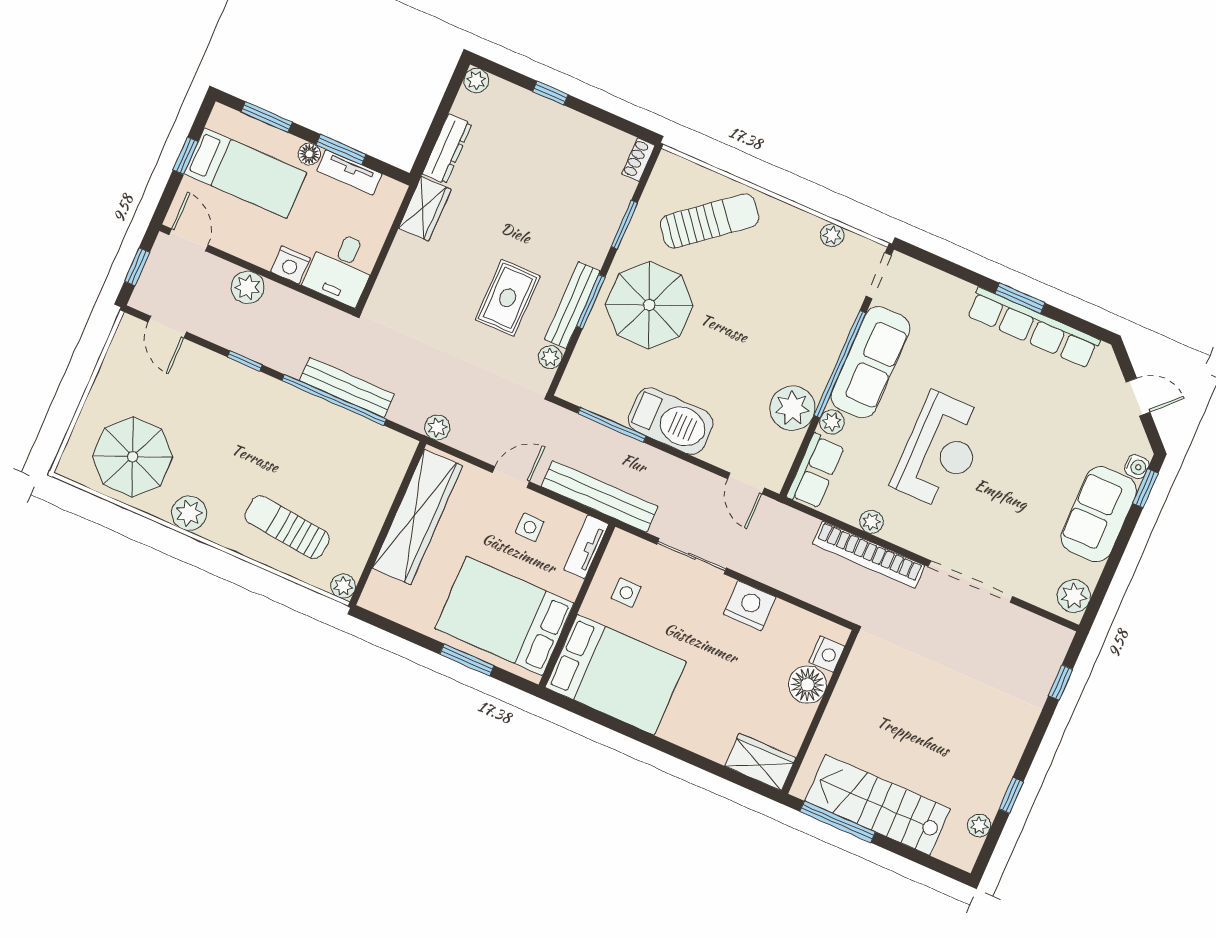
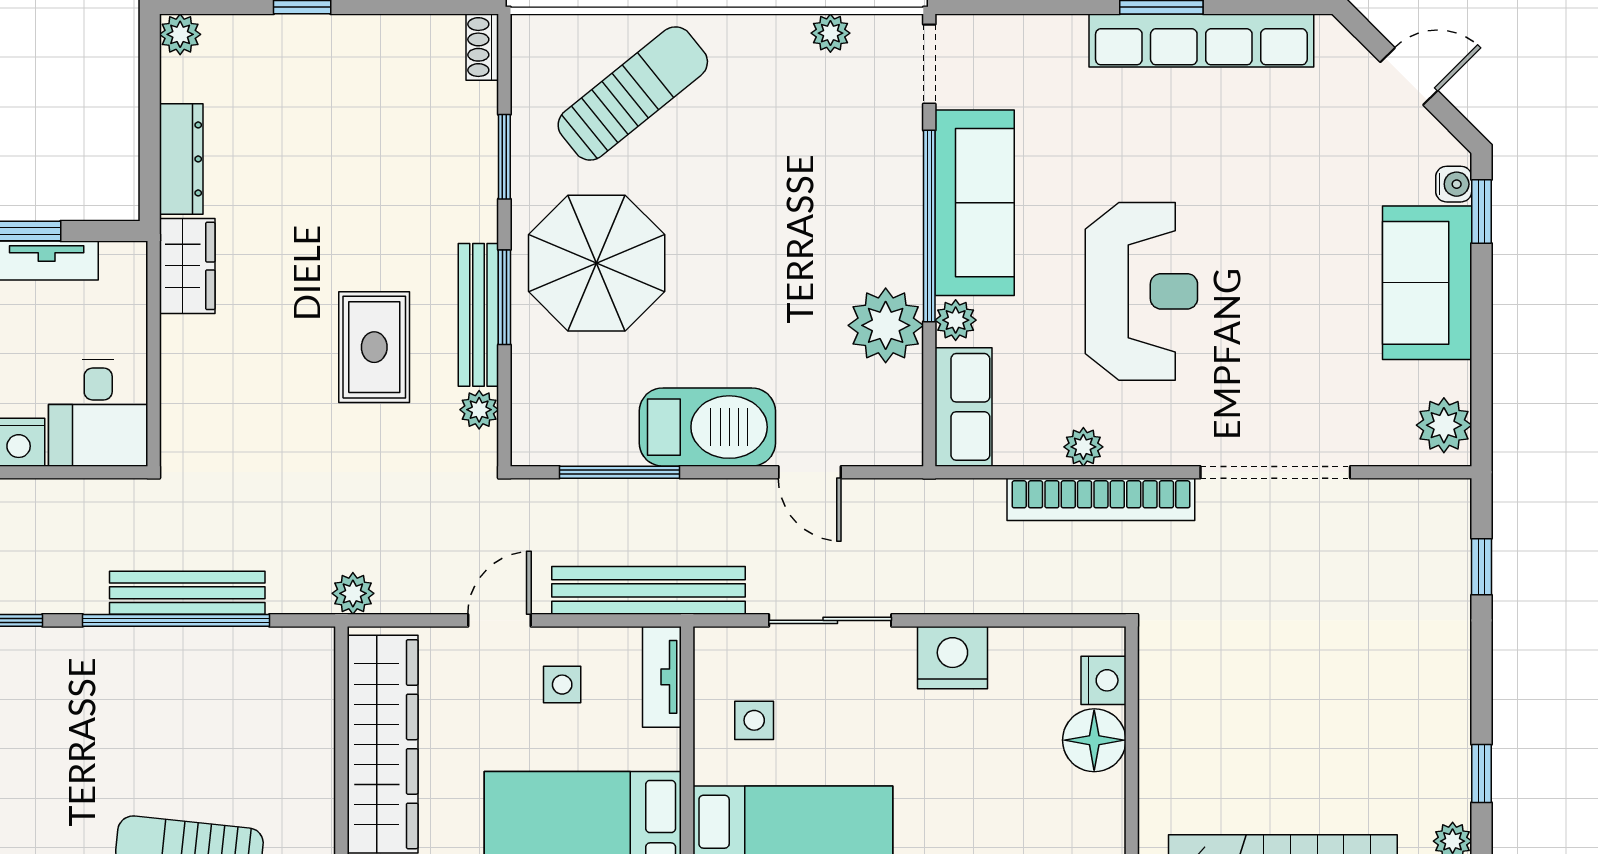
door: (746, 483) -> (810, 472), moved

